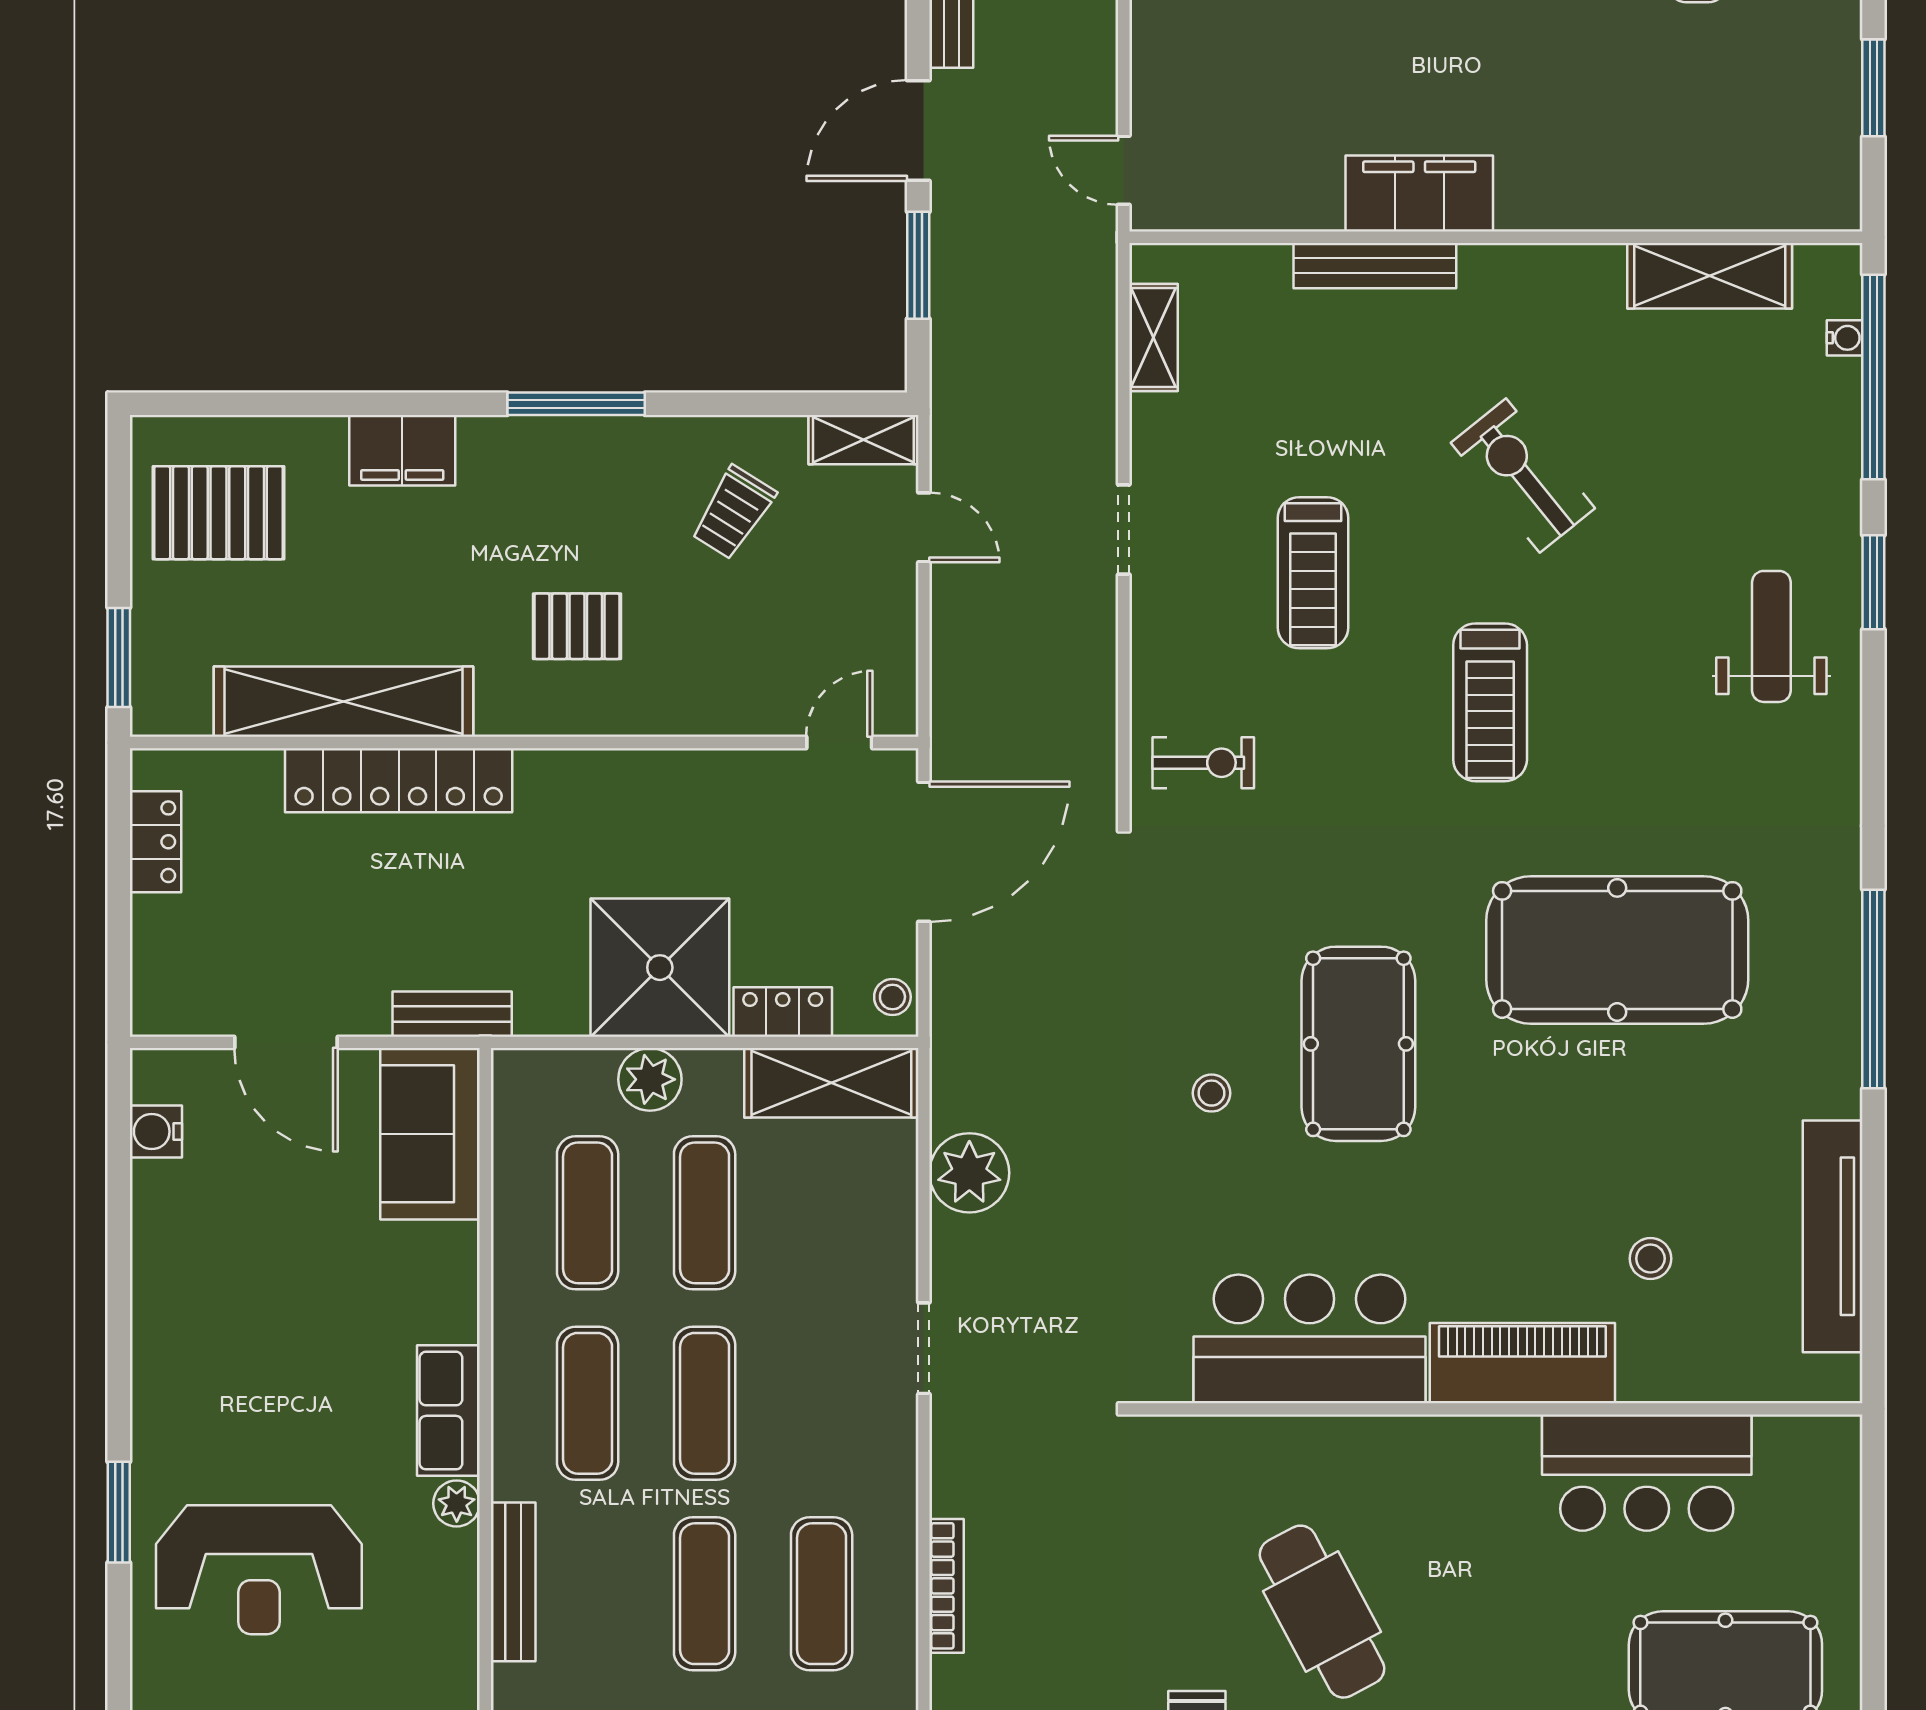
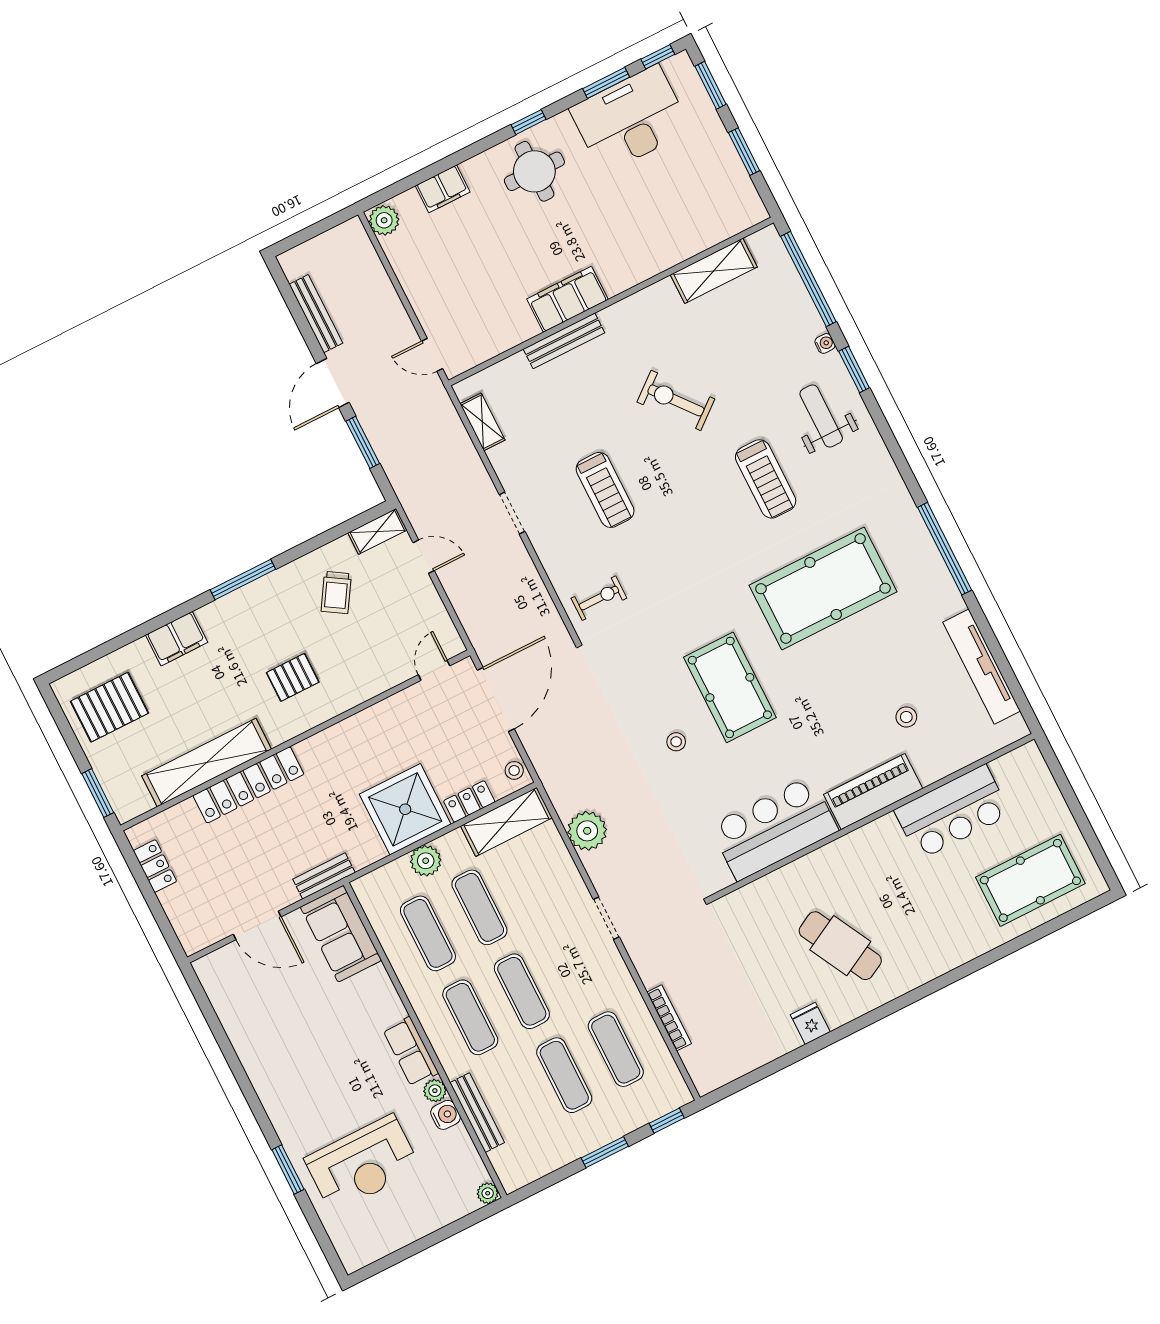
water cooler: (1845, 338) -> (825, 343), moved
treadmill: (1490, 702) -> (766, 479), moved
water cooler: (156, 1132) -> (446, 1115), moved, turned 180

